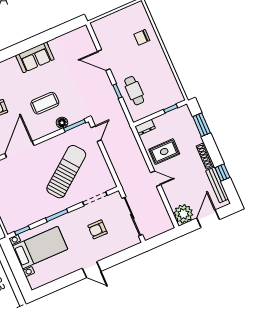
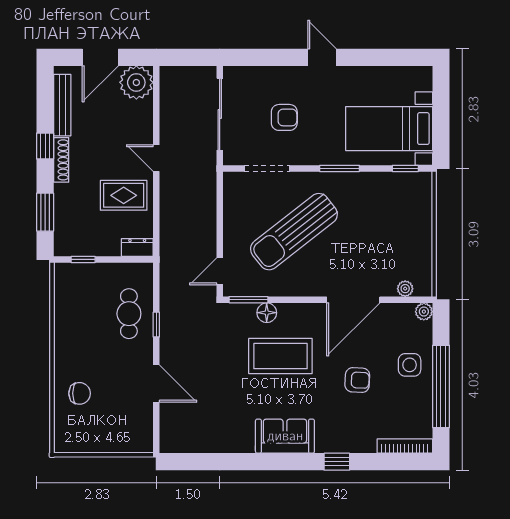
sofa: (35, 57) -> (285, 436), moved
coffee table: (45, 103) -> (280, 356), width x1.36, depth x1.32
window: (222, 172) -> (45, 146), moved

